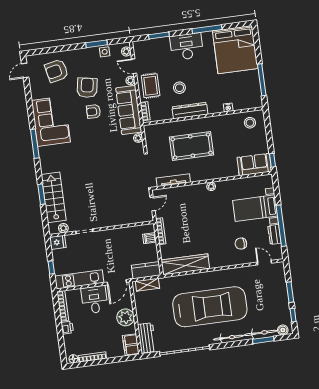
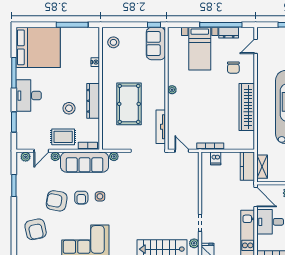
side table: (105, 52) -> (100, 196), moved
wardrobe: (185, 264) -> (247, 107), moved

